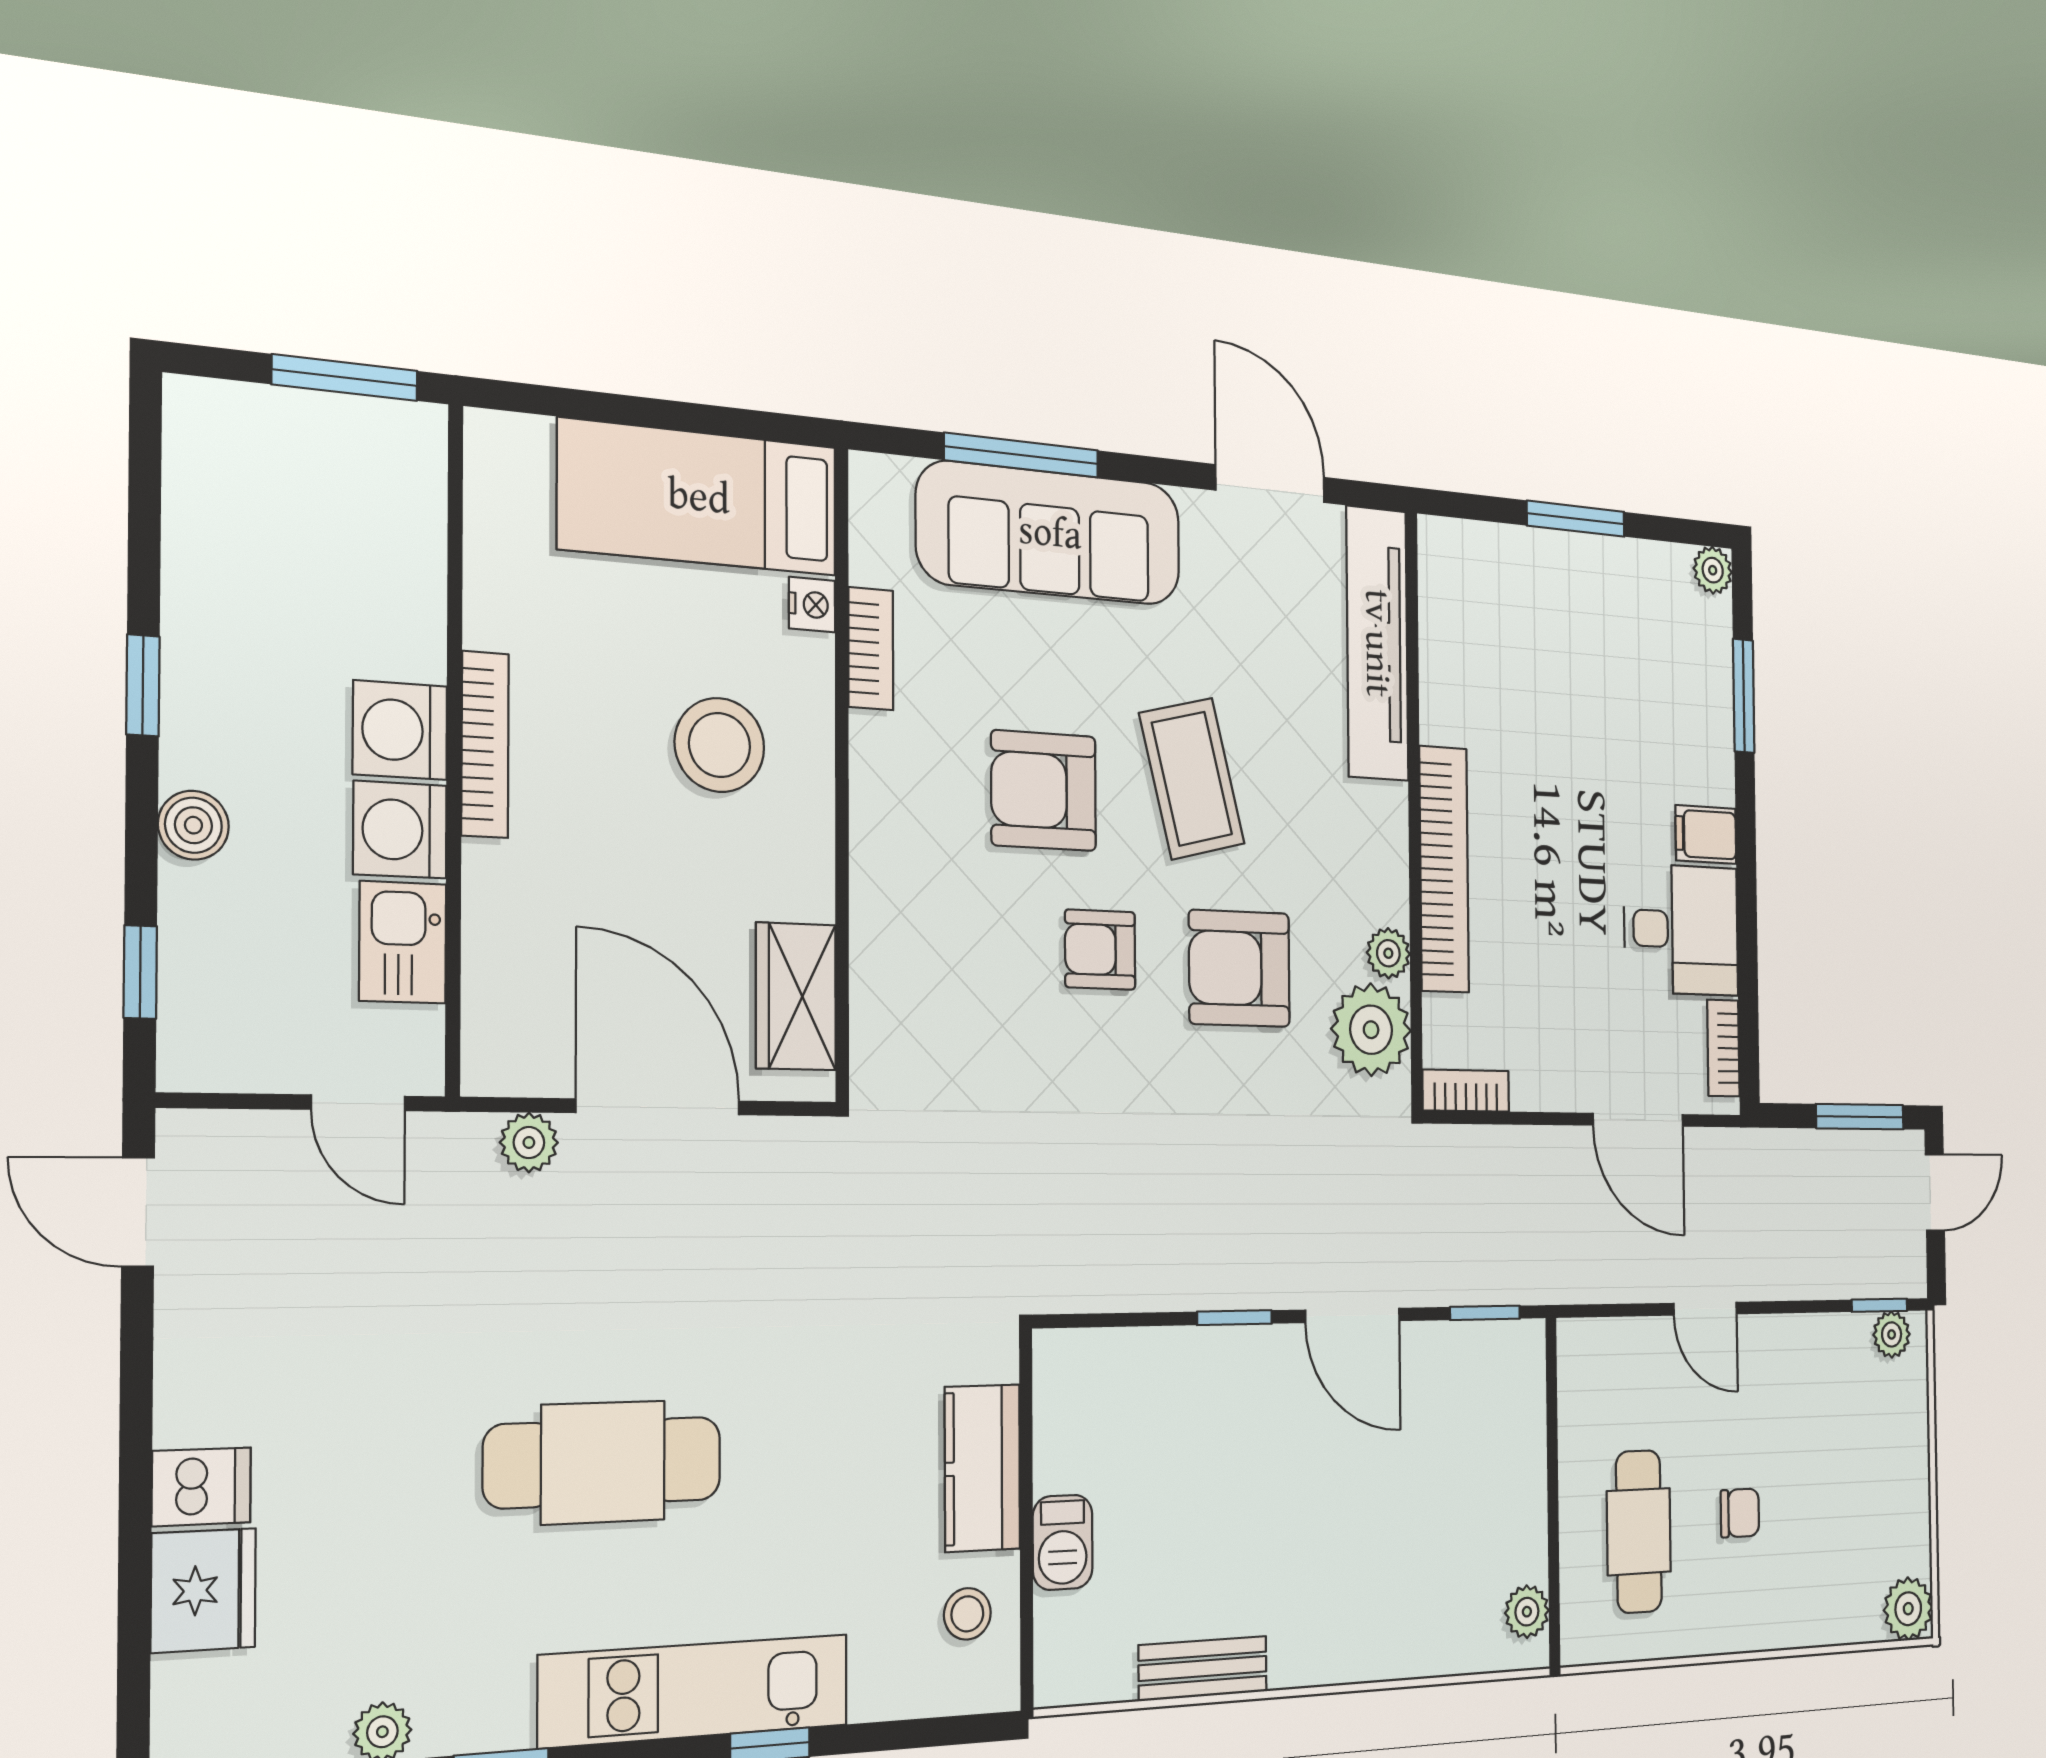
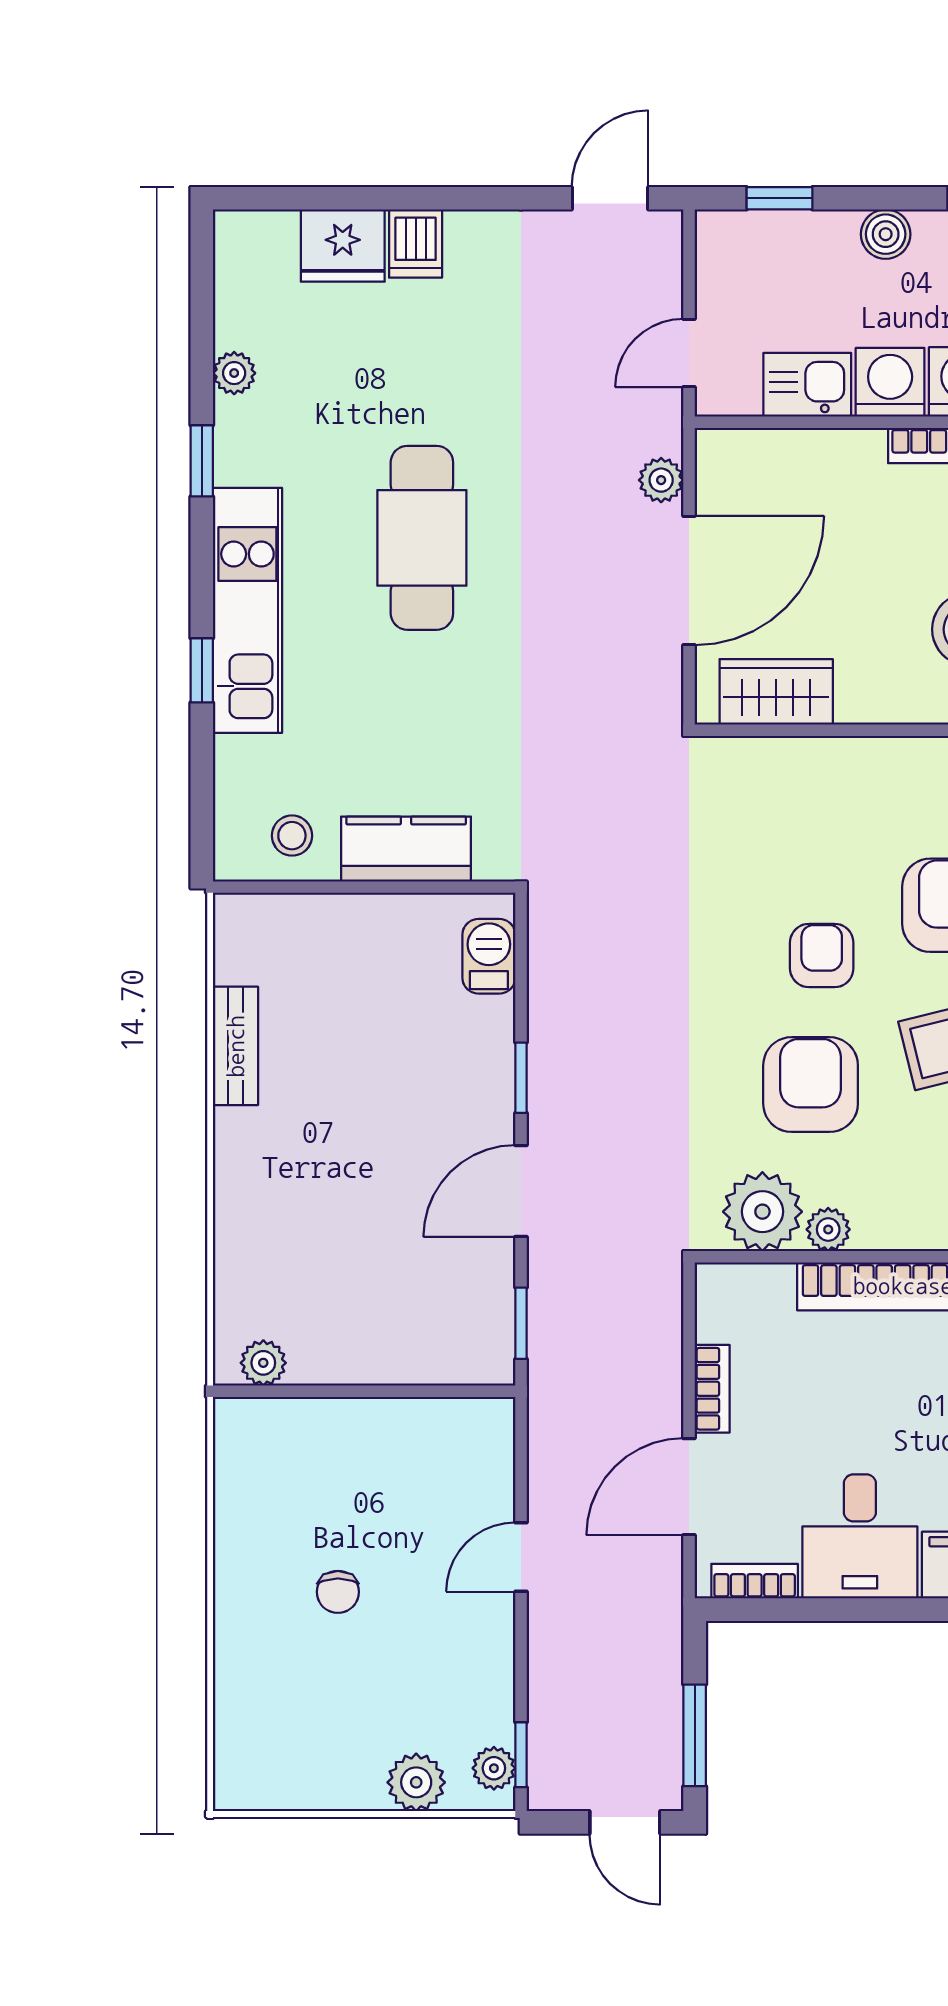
bookcase: (1466, 1091) -> (712, 1389), moved
cafe table: (1639, 1532) -> (326, 1481), removed
barbecue: (1063, 1542) -> (489, 956), moved, turned 90
plant: (1908, 1609) -> (416, 1782), moved

